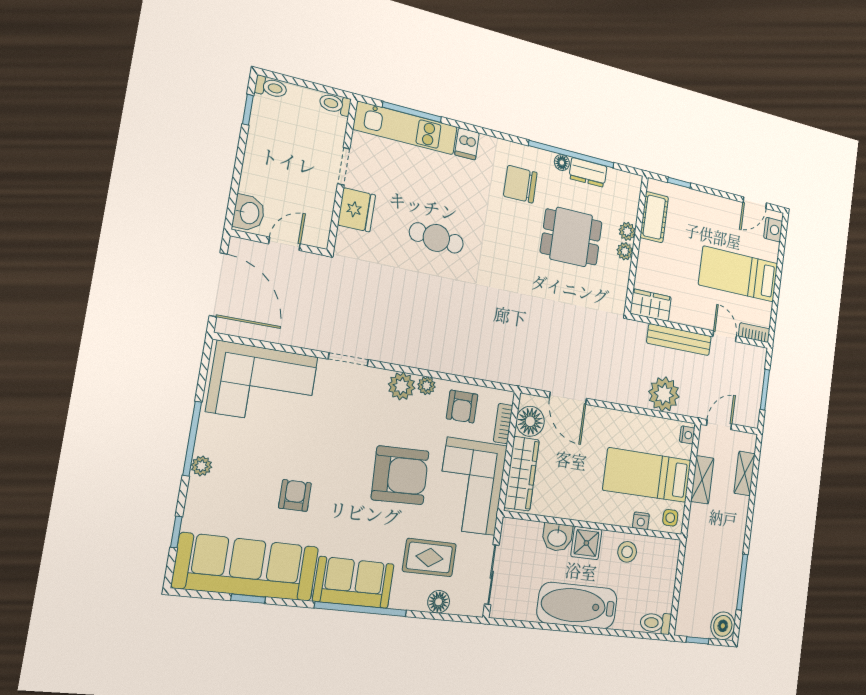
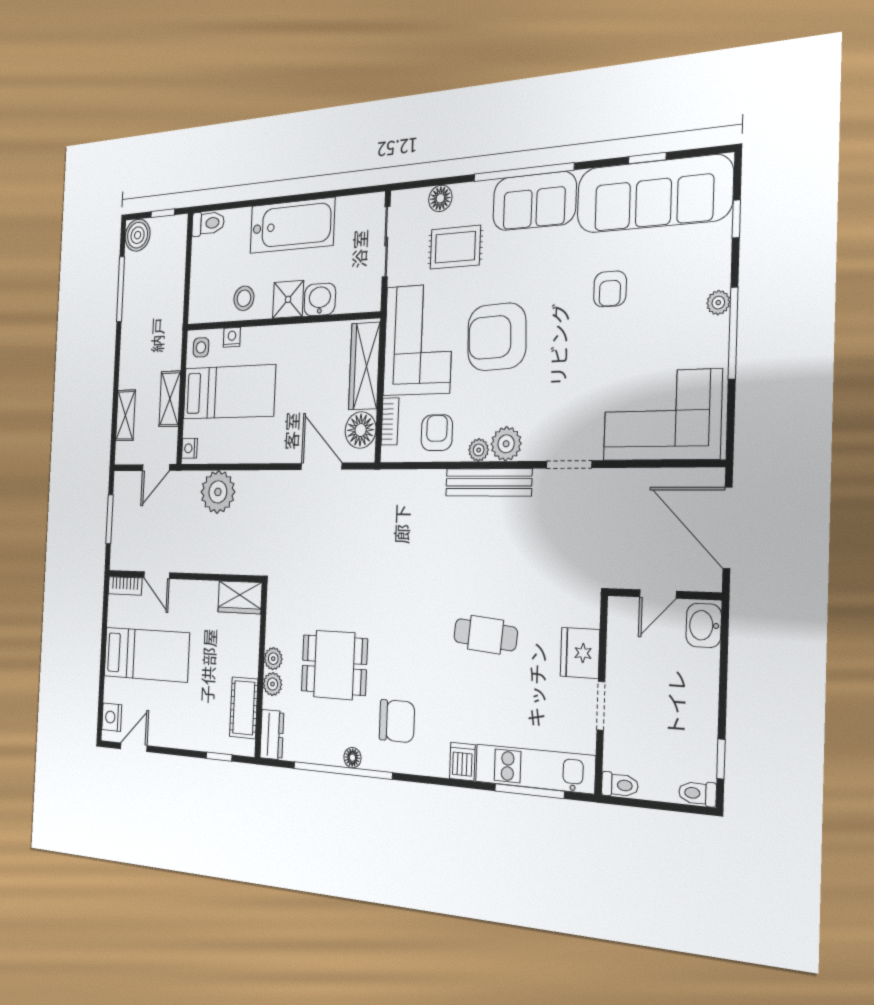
dresser: (588, 172) -> (272, 735), moved, turned 90
bench: (679, 340) -> (488, 482), moved

